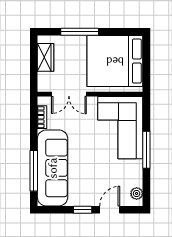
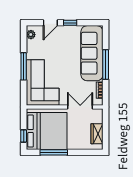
window: (80, 32) -> (54, 152), moved
window: (146, 54) -> (24, 136), added
window: (34, 171) -> (106, 64), moved

